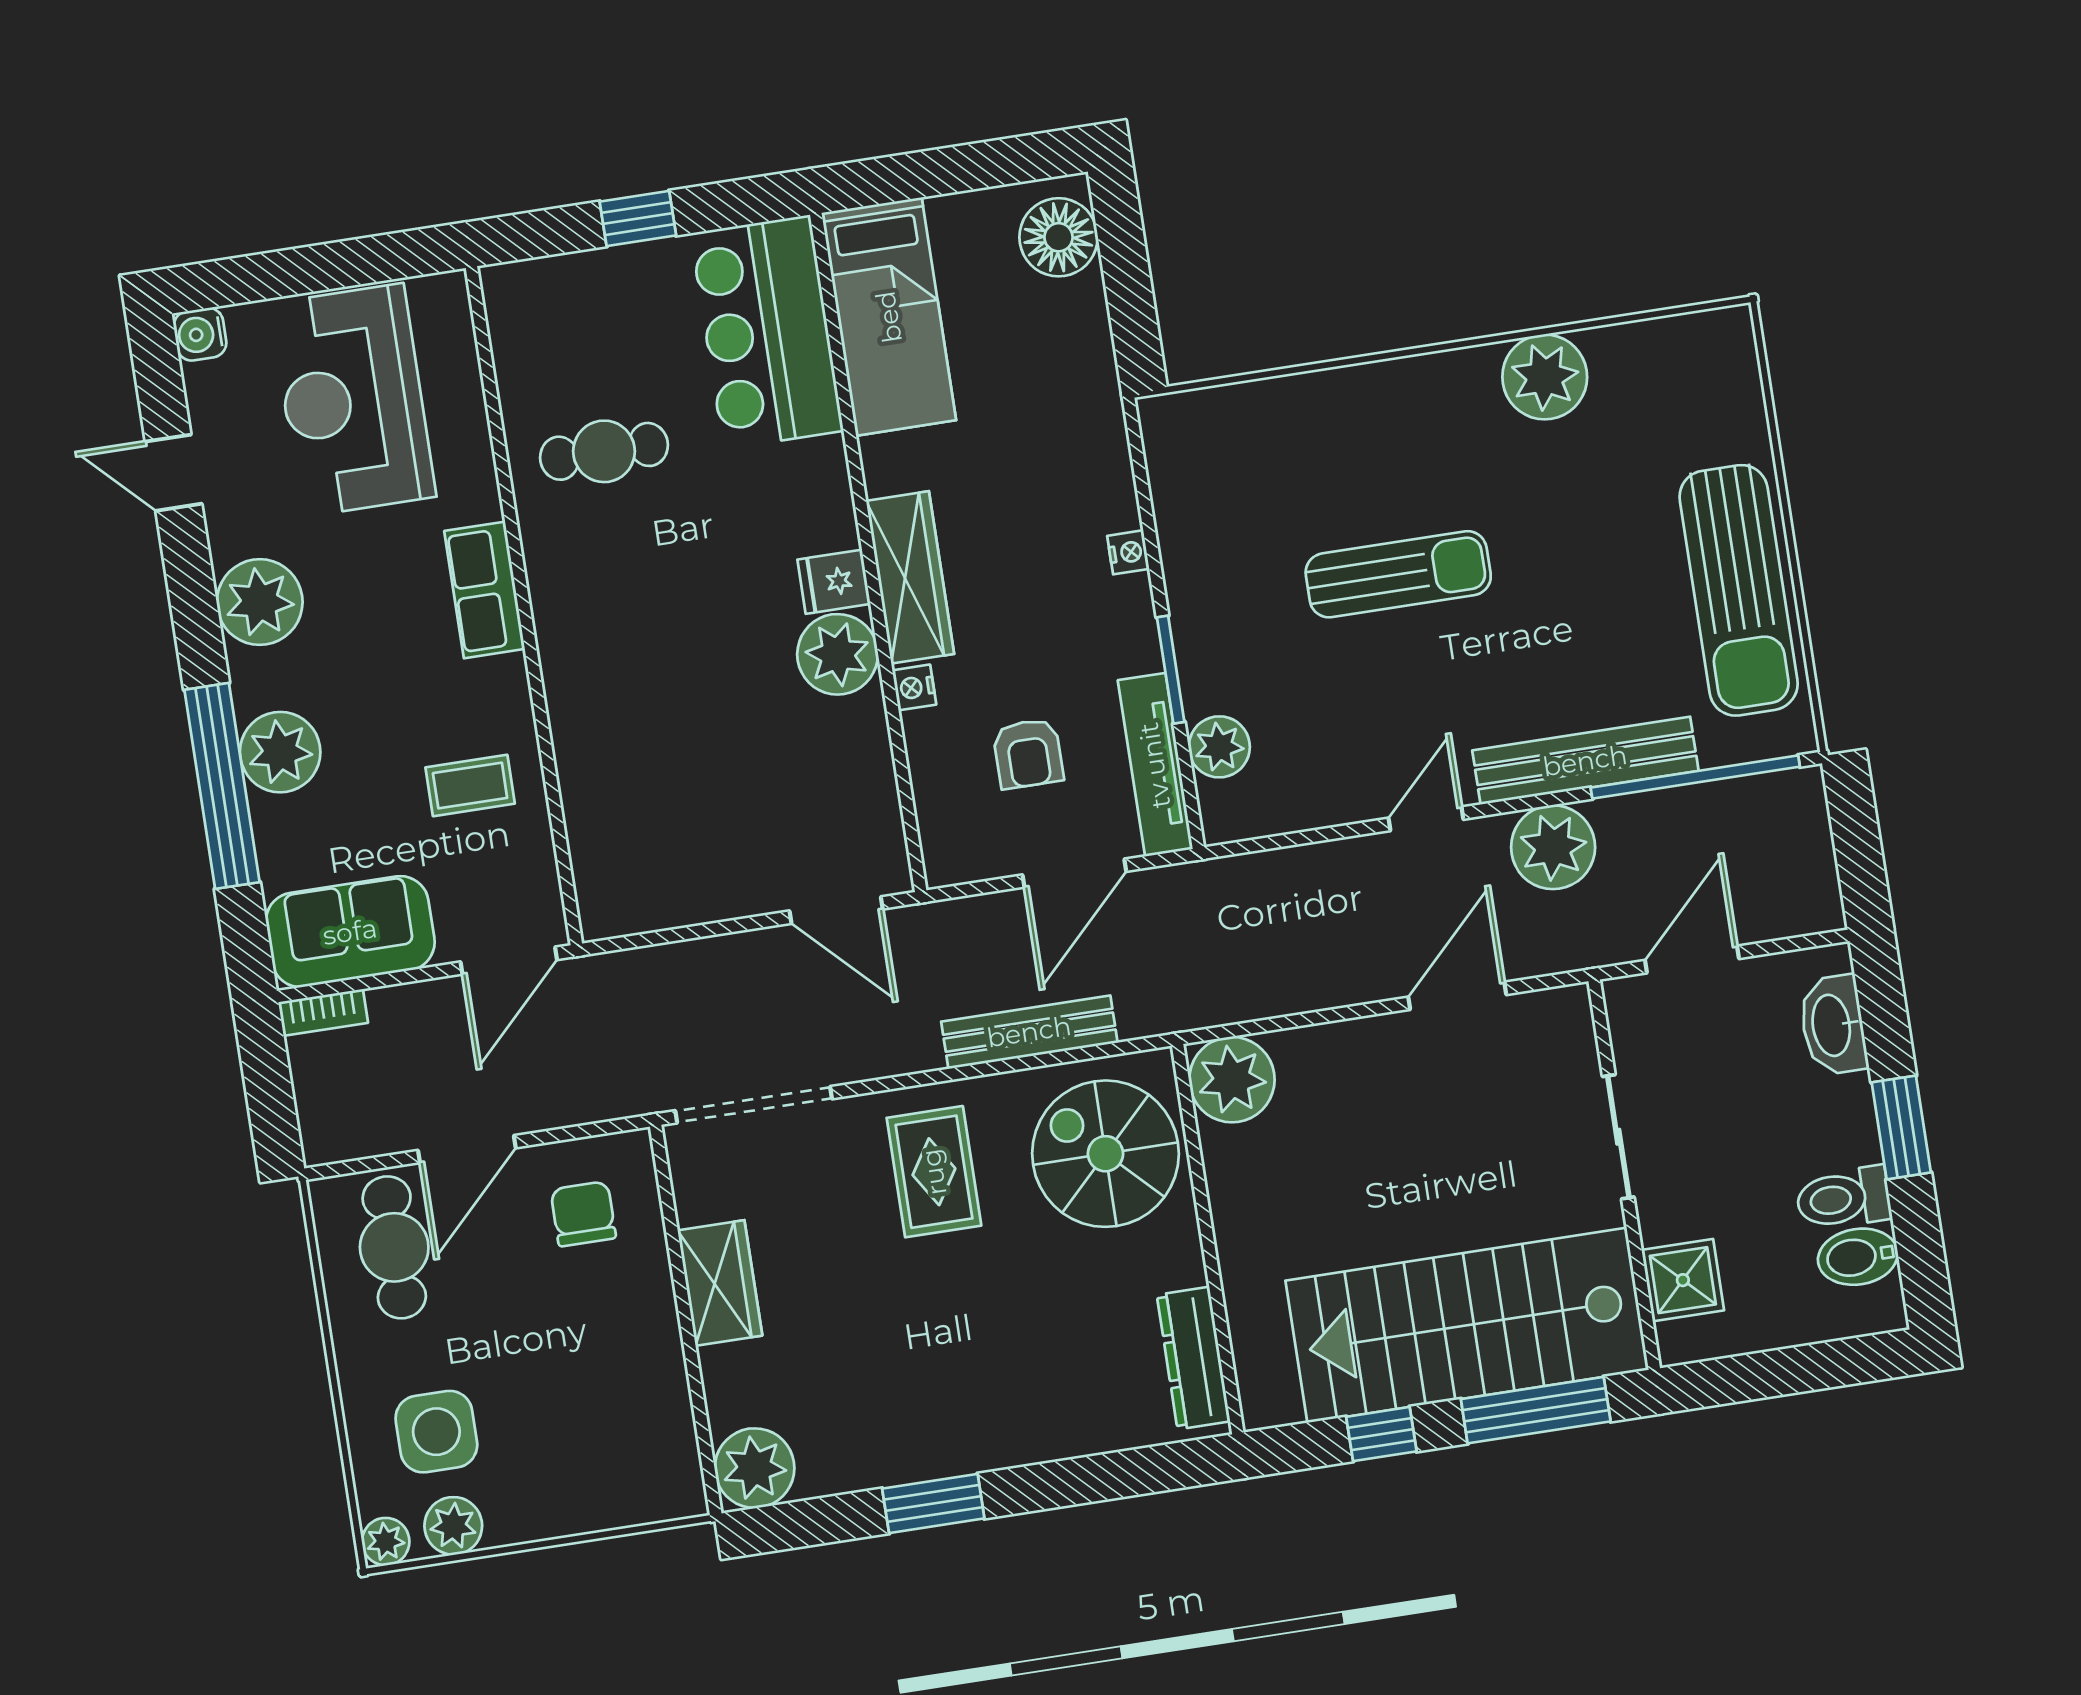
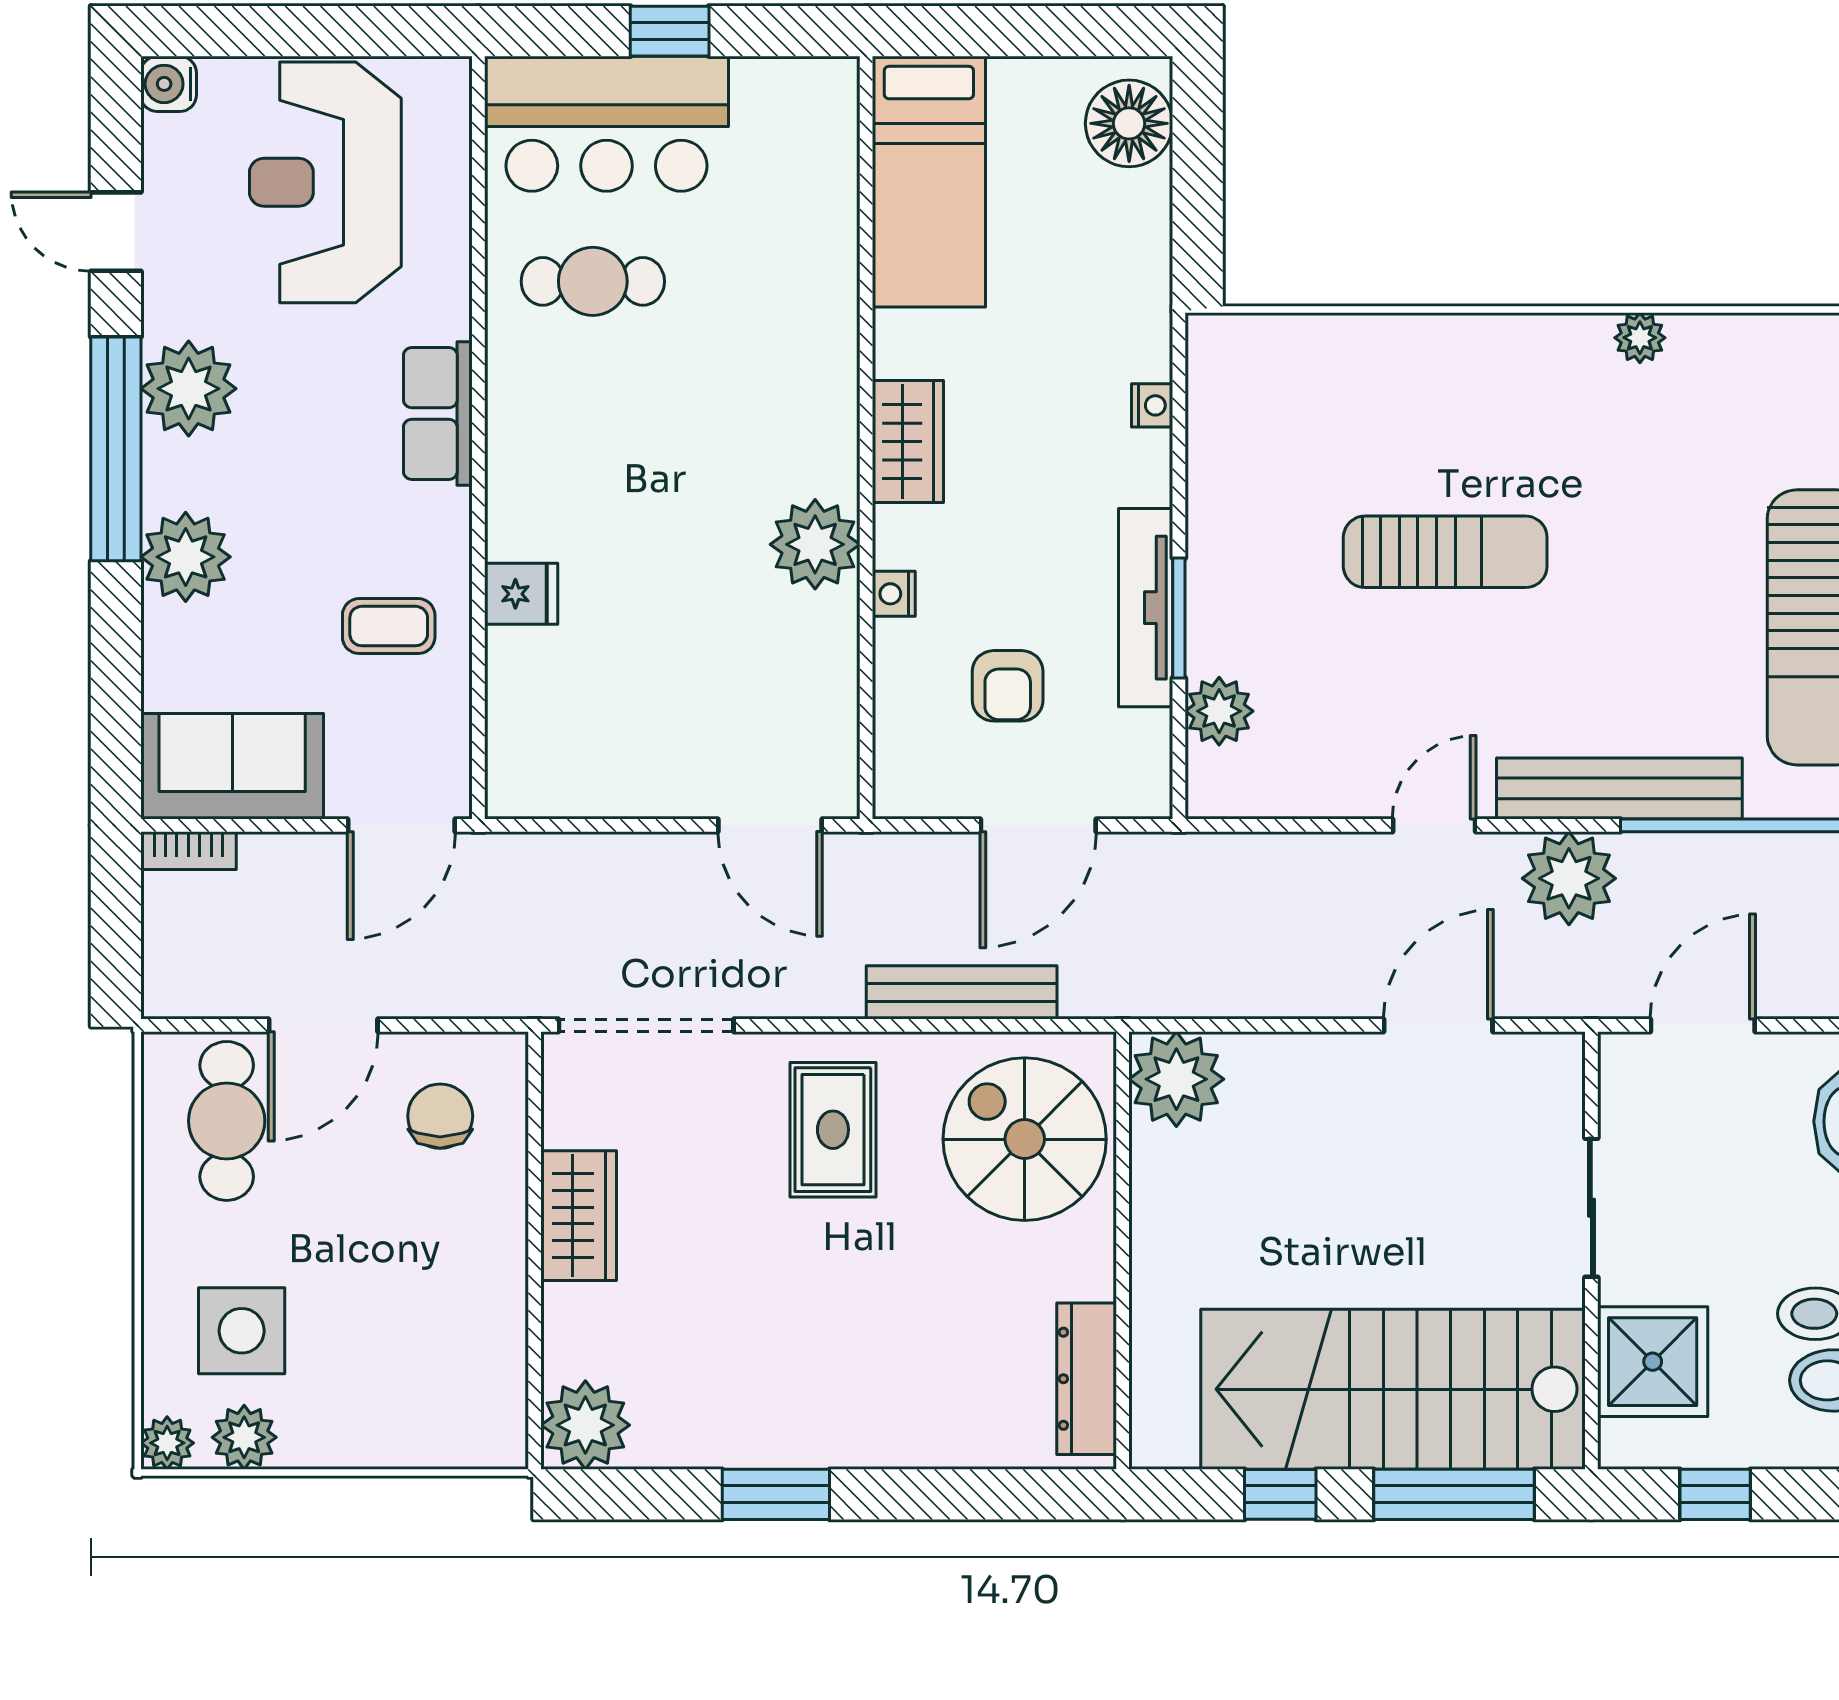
bar counter: (767, 332) -> (607, 124), moved, turned -90
plant: (1545, 377) -> (1640, 338), width x0.53, depth x0.53
nightstand: (1128, 552) -> (1152, 405), moved
wardrobe: (910, 577) -> (908, 442), width x0.67
fridge: (834, 582) -> (521, 594), moved, turned 180
tv unit: (1155, 765) -> (1146, 608), moved
window: (222, 786) -> (116, 449), moved
shower: (1683, 1280) -> (1653, 1362), width x1.36, depth x1.36
window: (1768, 1374) -> (1715, 1494), added

